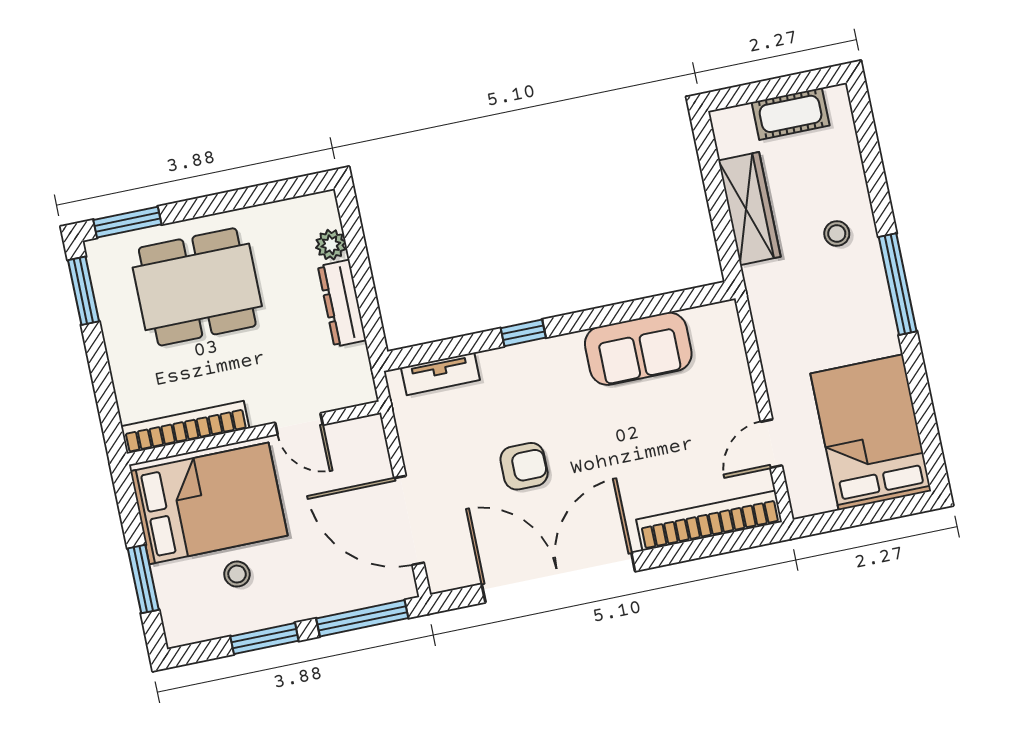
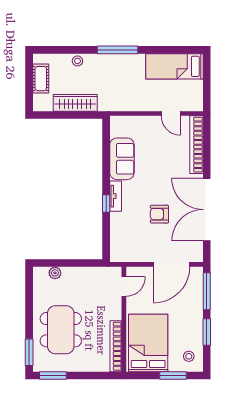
stool: (837, 234) -> (77, 61), moved
dresser: (342, 303) -> (79, 273), removed
tv unit: (440, 374) -> (116, 196), moved
door: (299, 424) -> (124, 287), moved
bed: (871, 432) -> (174, 66), width x0.67
armchair: (524, 466) -> (159, 214), turned -90
stool: (237, 574) -> (189, 356), moved

